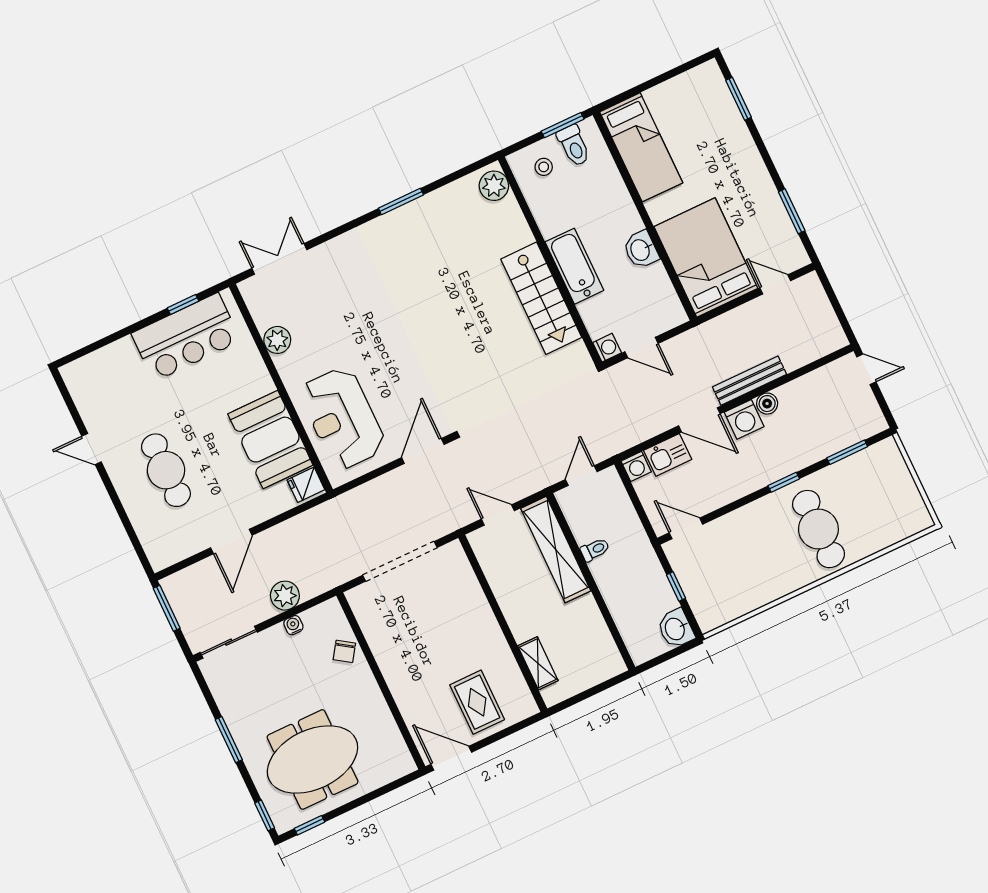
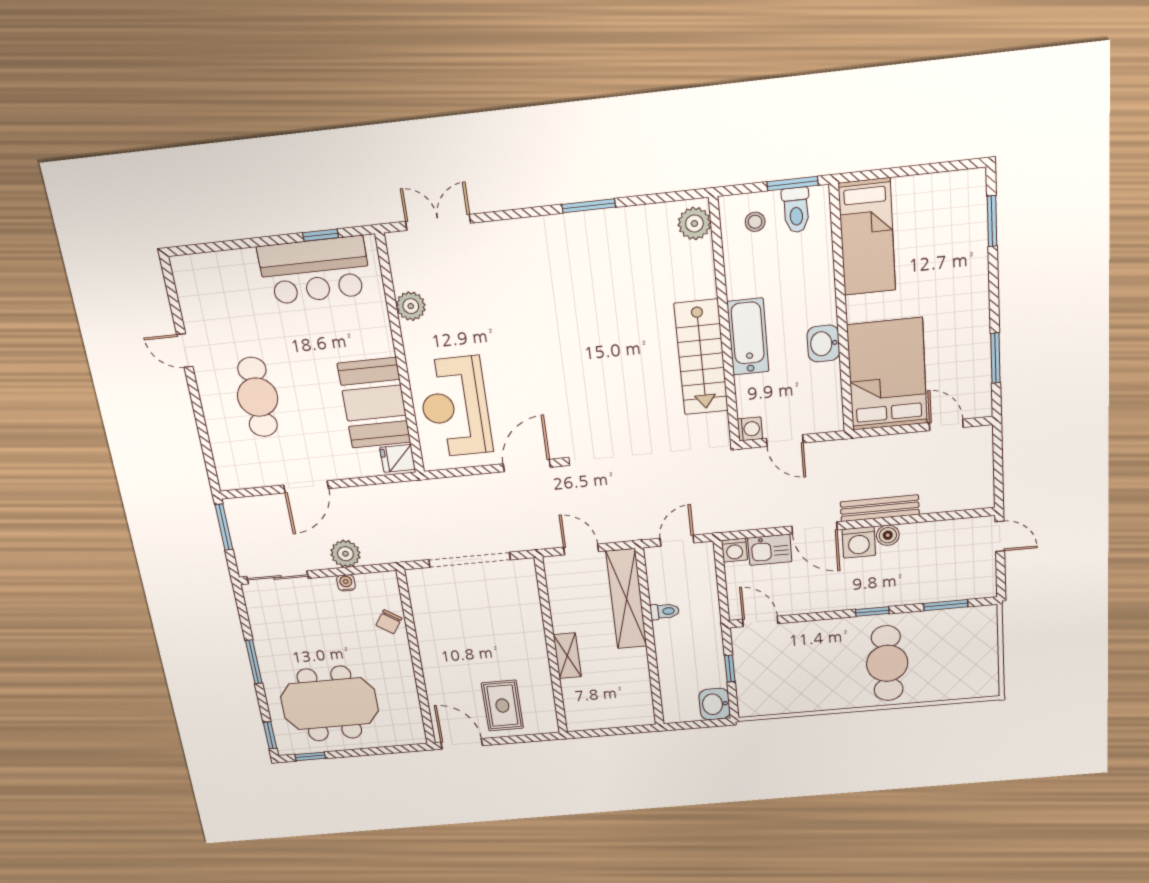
shelving: (538, 663) -> (567, 656), moved

